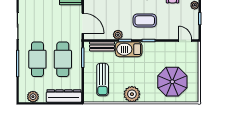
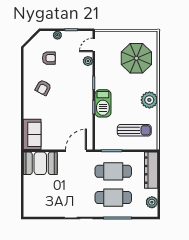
coffee table: (145, 20) -> (73, 87), removed
plant: (118, 35) -> (88, 61), moved
bench: (102, 46) -> (100, 131), removed

